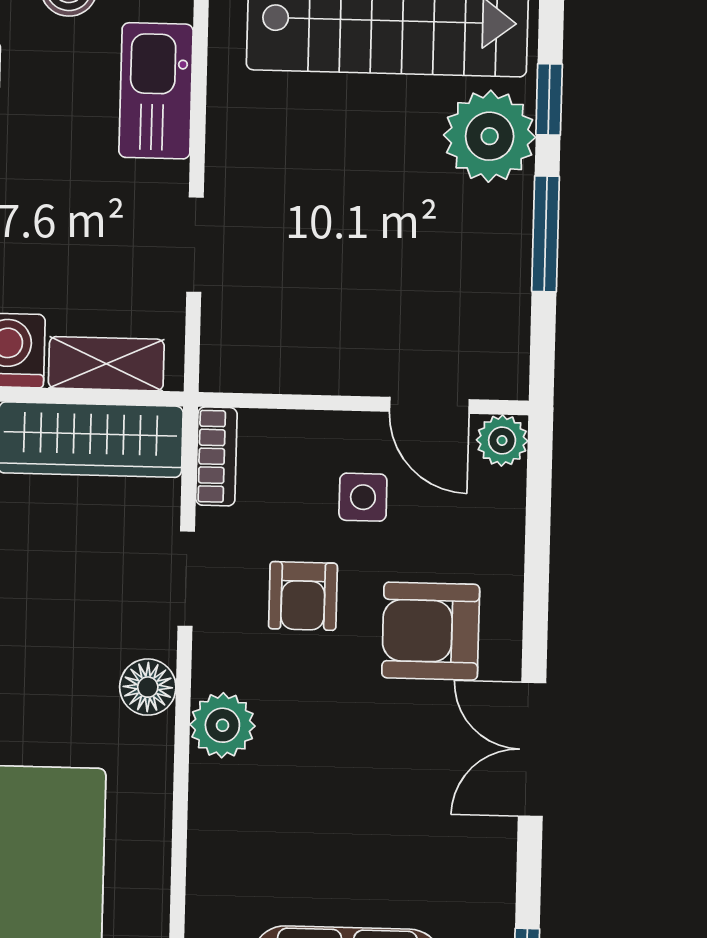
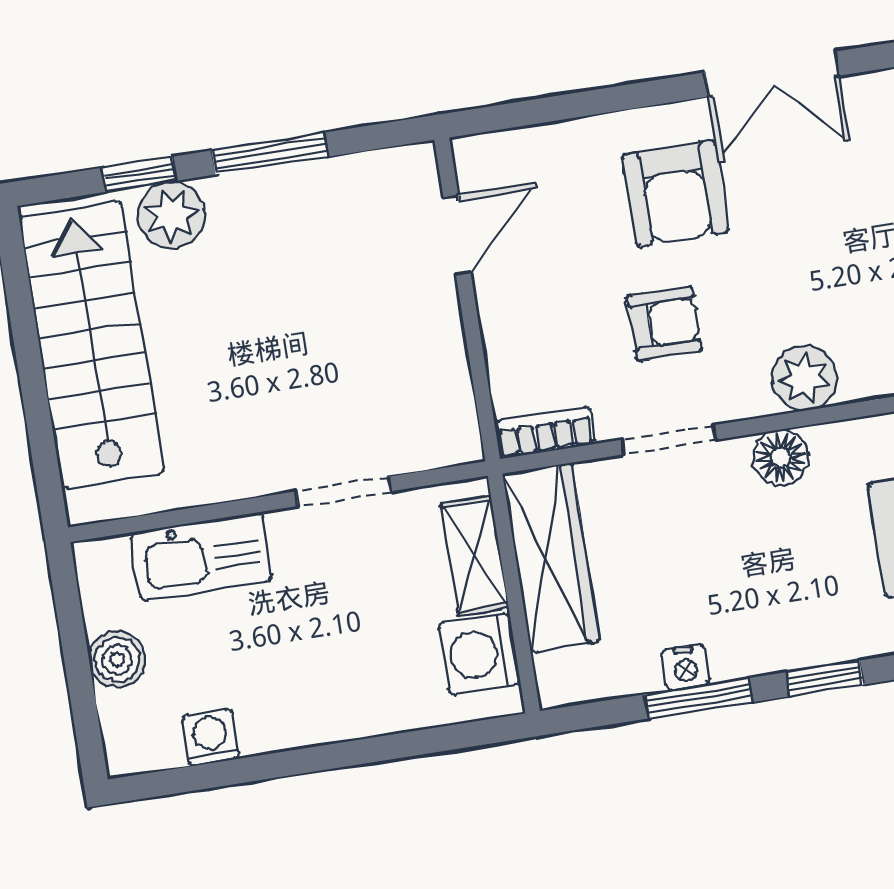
plant: (490, 136) -> (172, 215), width x0.73, depth x0.73
plant: (502, 440) -> (478, 159), removed
side table: (363, 497) -> (558, 283), removed

